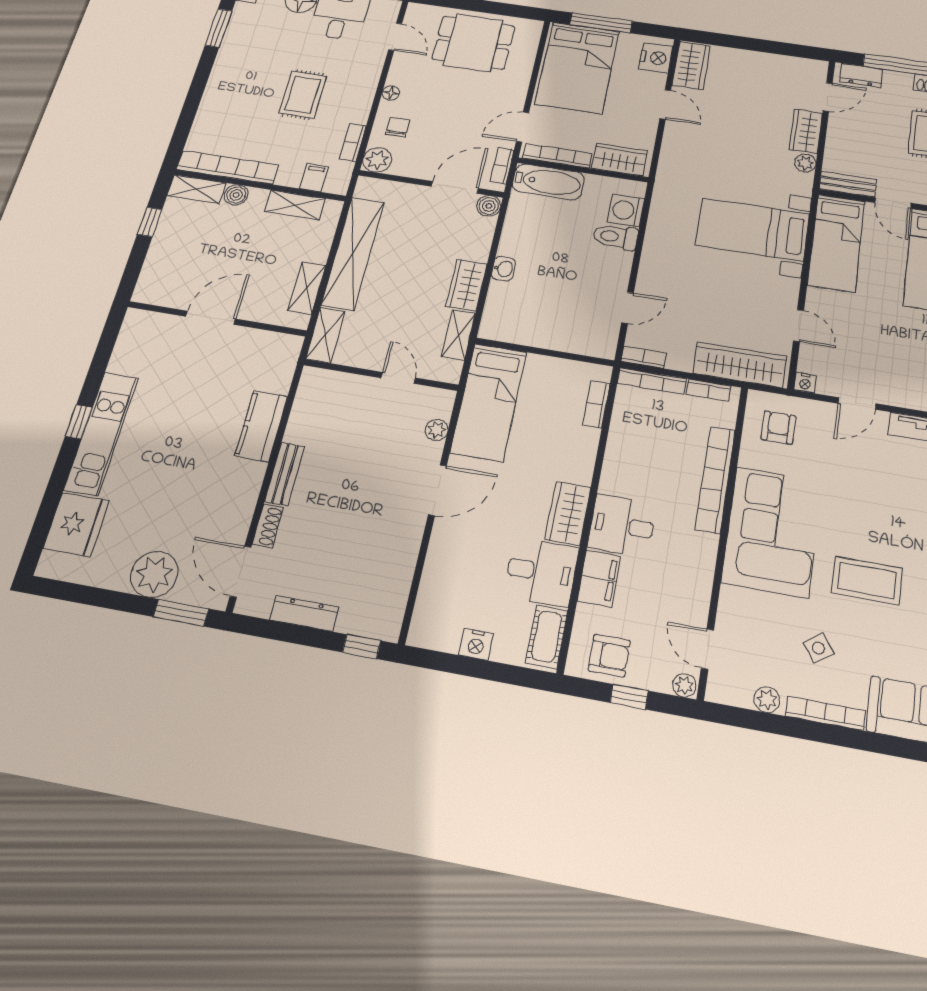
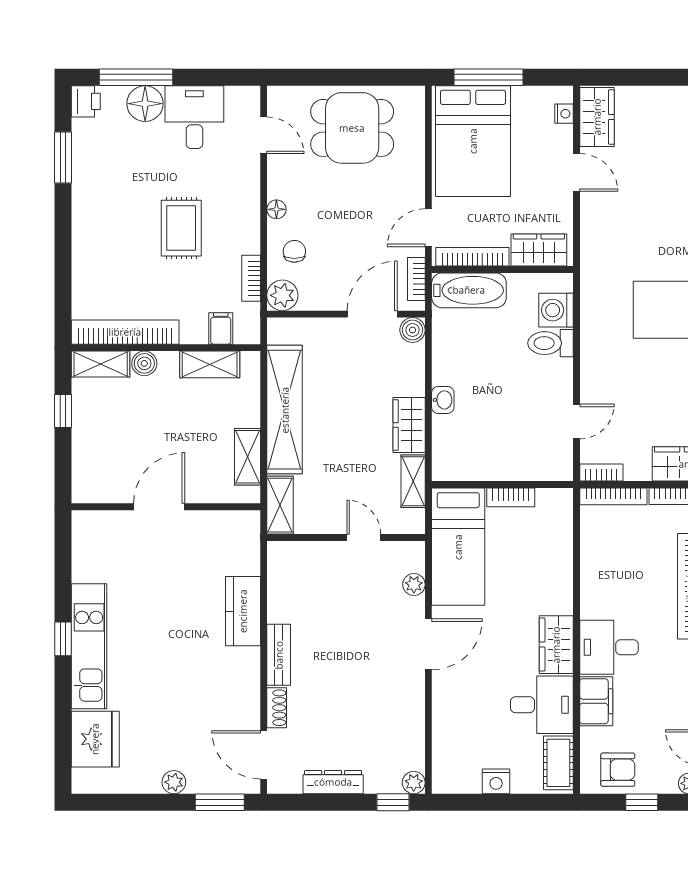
nightstand: (656, 58) -> (564, 114), width x0.53, depth x0.56
bookcase: (596, 404) -> (511, 497), moved, turned -90
plant: (154, 574) -> (174, 782), width x0.53, depth x0.53
plant: (389, 629) -> (414, 783), added

